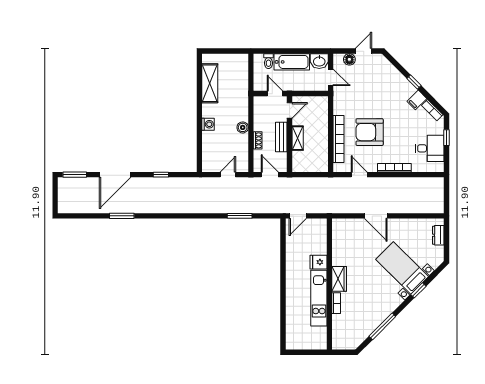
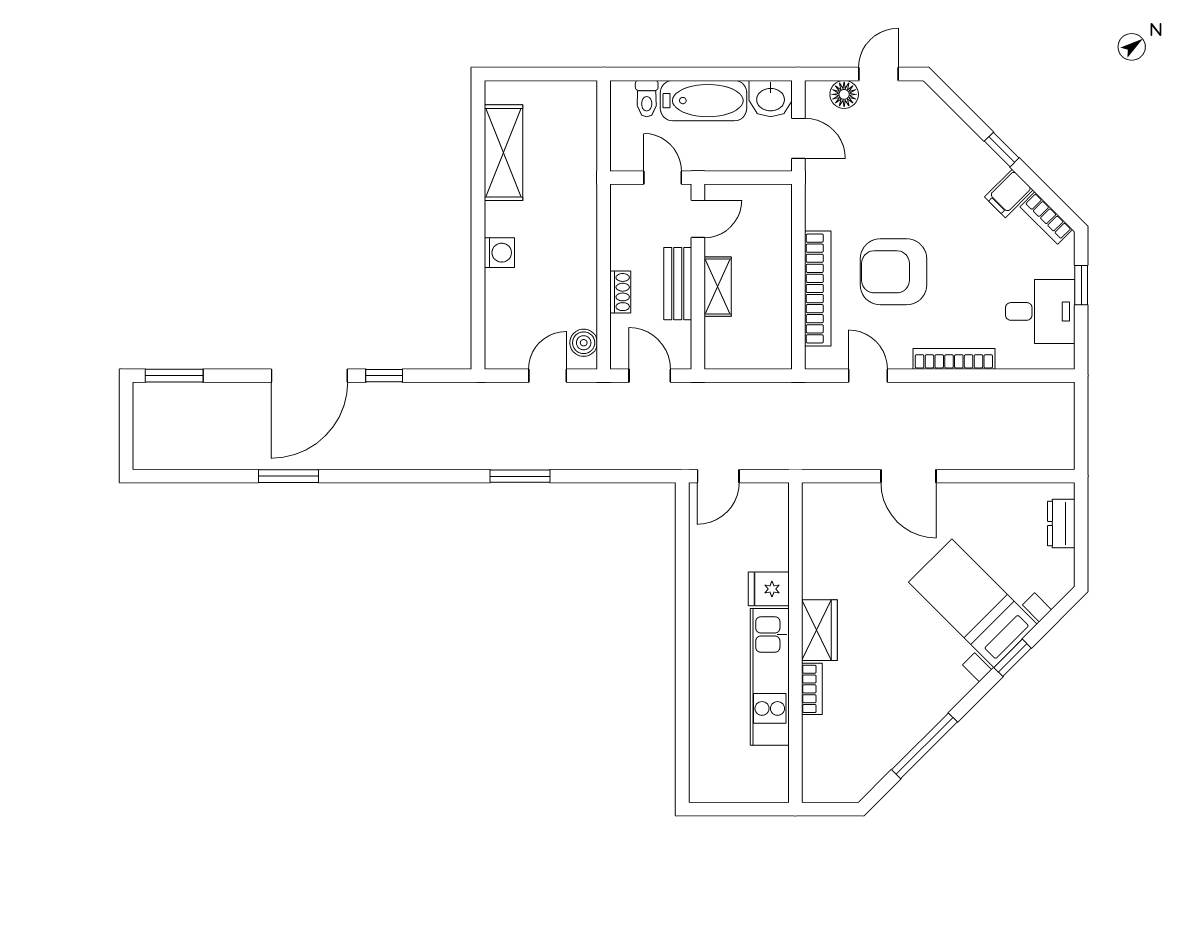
boiler: (243, 127) -> (584, 343), moved
door: (115, 175) -> (309, 376), moved
window: (240, 216) -> (520, 476), moved

